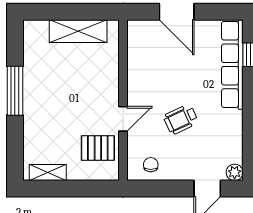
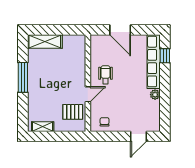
shelving: (78, 31) -> (45, 41), moved
wheelchair: (181, 119) -> (105, 75), moved, turned 115
plant: (235, 172) -> (155, 95), moved

